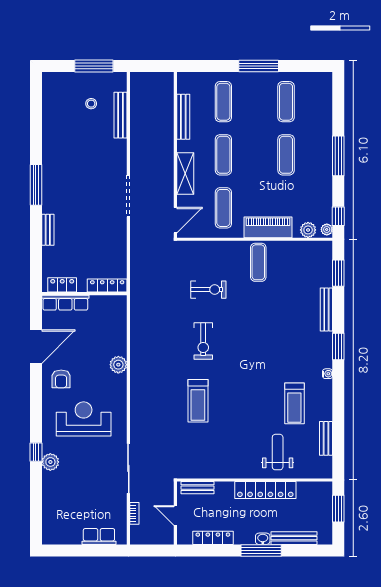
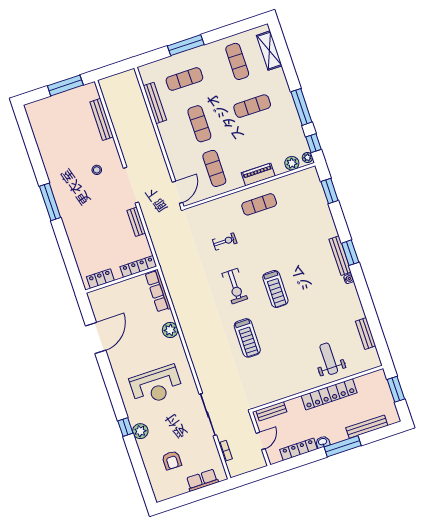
window: (259, 66) -> (186, 45), moved
exercise mat: (223, 102) -> (184, 79), turned 90
stool: (91, 104) -> (97, 170), moved
exercise mat: (286, 155) -> (252, 106), turned 90
window: (338, 156) -> (301, 107), moved
shelving: (185, 174) -> (269, 51), moved
piano: (268, 227) -> (258, 174), width x0.73, depth x0.75
bench: (48, 230) -> (136, 222), moved
exercise mat: (258, 262) -> (259, 204), turned 90
exercise bike: (208, 290) -> (225, 241), width x0.73, depth x0.72
row of seats: (65, 303) -> (158, 291), moved, turned 90
bench: (326, 310) -> (340, 256), moved
armchair: (61, 379) -> (172, 460), moved
treadmill: (294, 403) -> (275, 289), moved
reception desk: (84, 419) -> (156, 385), turned 180
door: (175, 515) -> (261, 441), swing flipped
washbasin: (263, 539) -> (323, 442), moved

